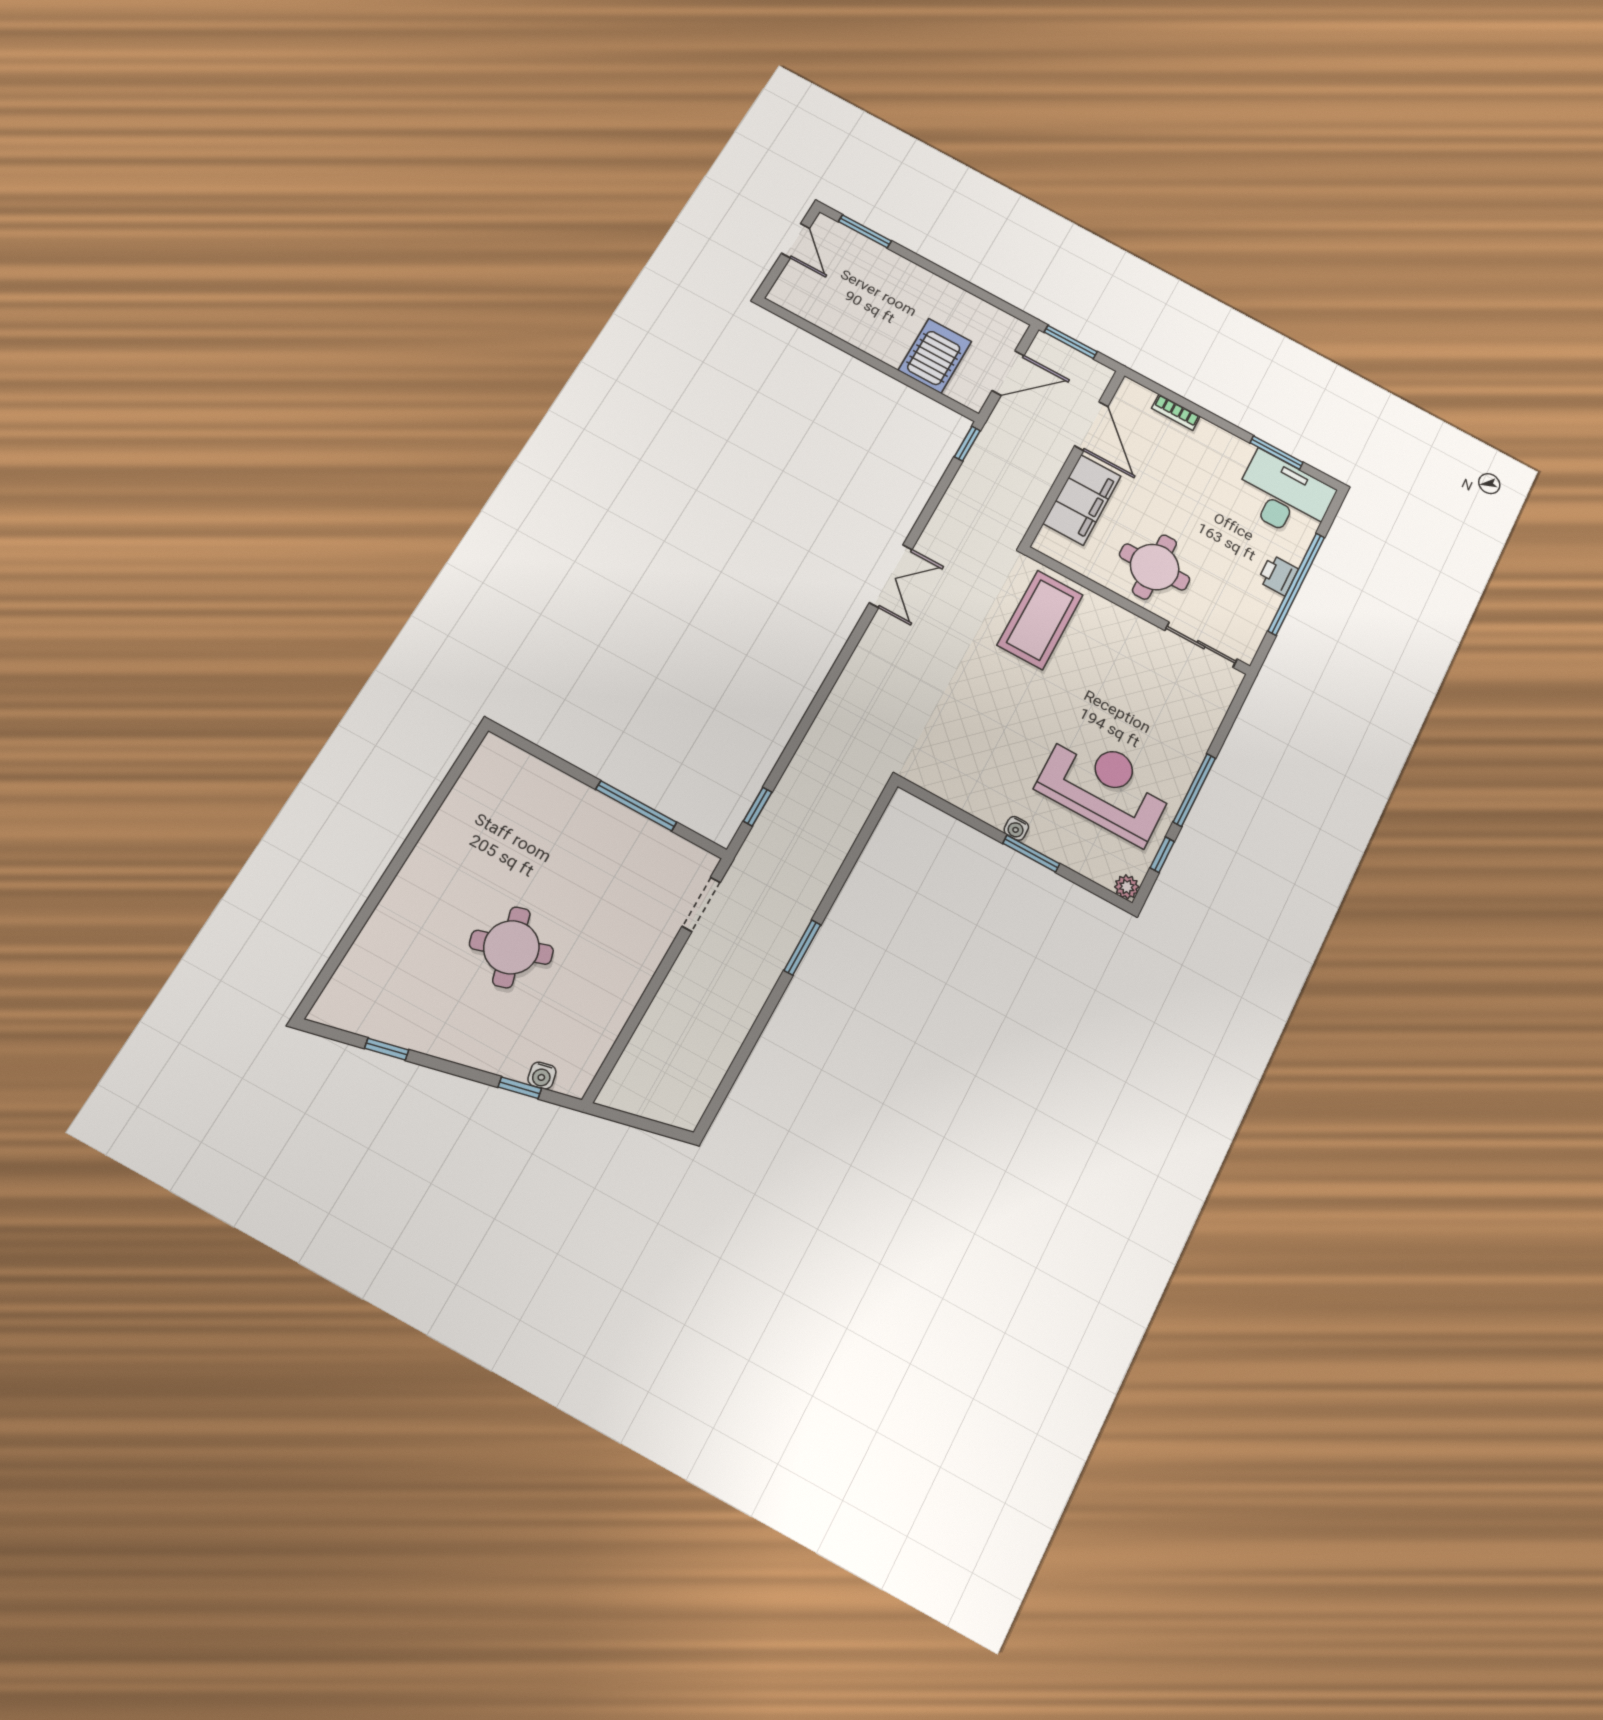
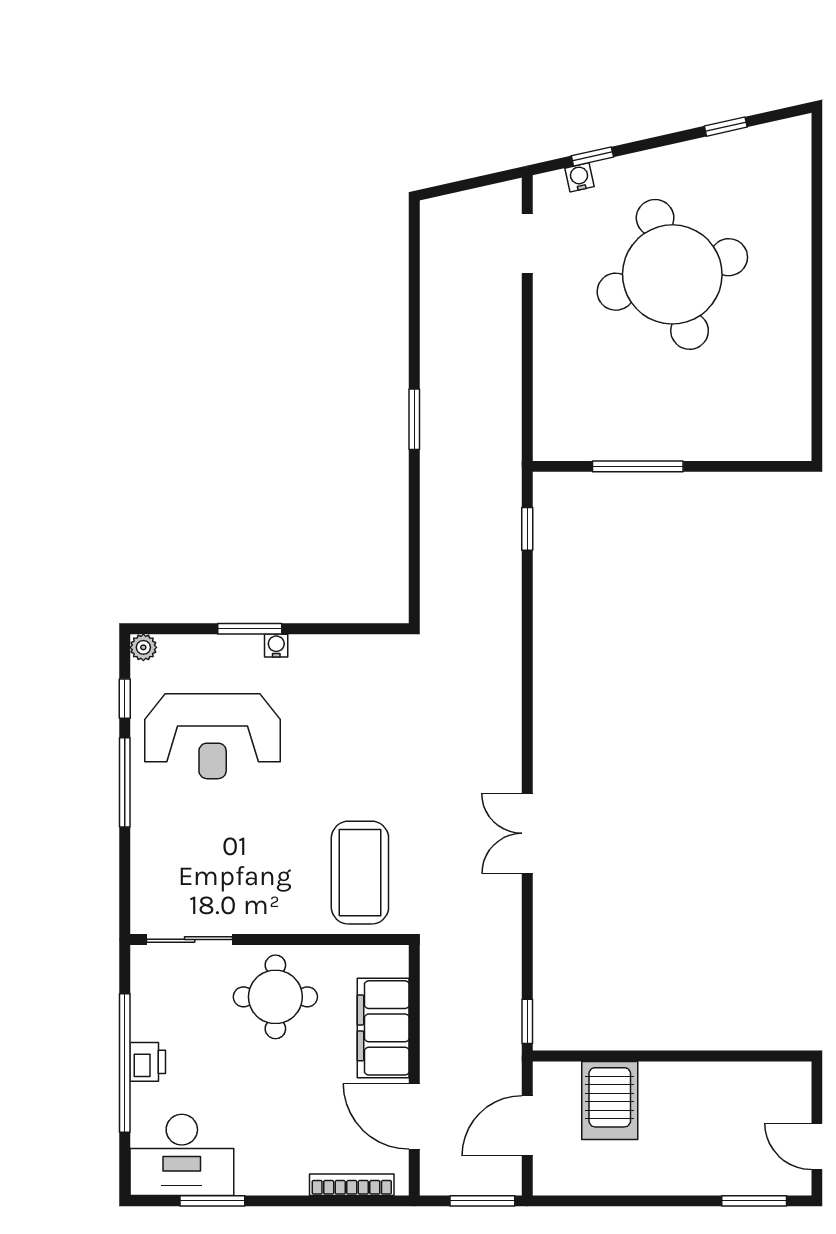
bookcase: (1176, 412) -> (352, 1185), width x1.56
doorway: (701, 904) -> (527, 244), moved
round table: (511, 947) -> (672, 274), width x1.86, depth x1.86

